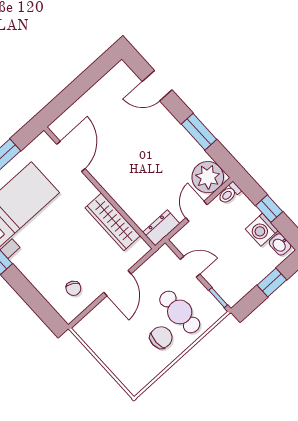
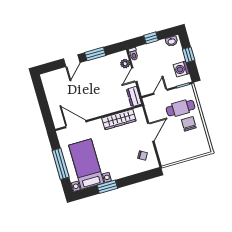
door: (157, 86) -> (72, 61), moved
plant: (208, 177) -> (125, 64), width x0.53, depth x0.53
door: (197, 211) -> (134, 75), hinge flipped
washing machine: (262, 230) -> (181, 69), moved, turned 90
door: (117, 283) -> (151, 132), hinge flipped

